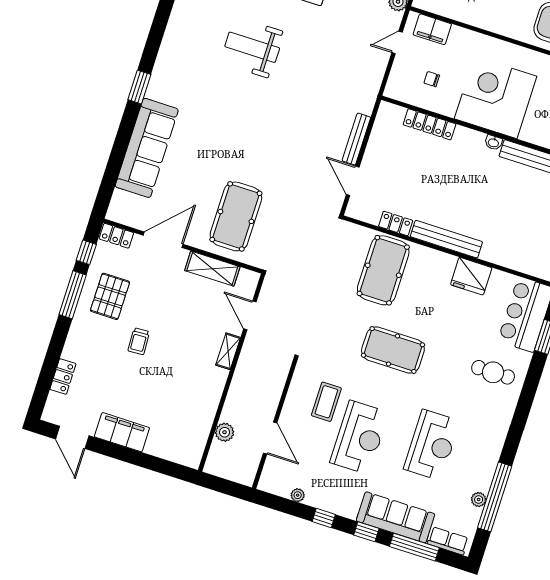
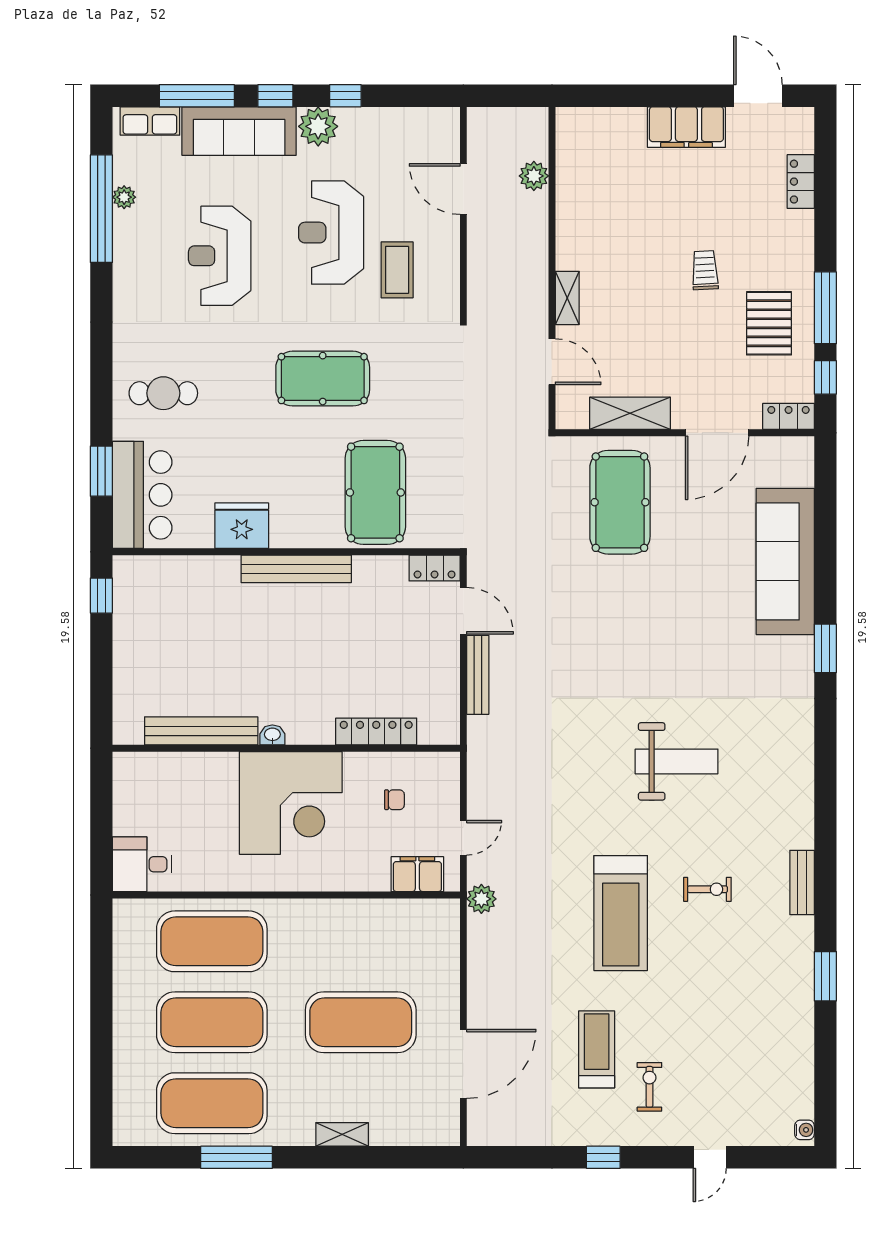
locker: (396, 223) -> (435, 568), moved
plant: (298, 495) -> (318, 126), moved, width x1.87, depth x1.87

